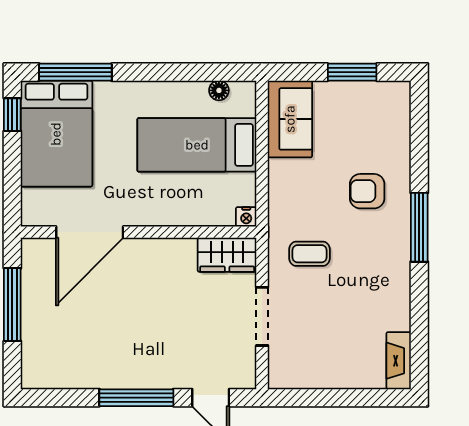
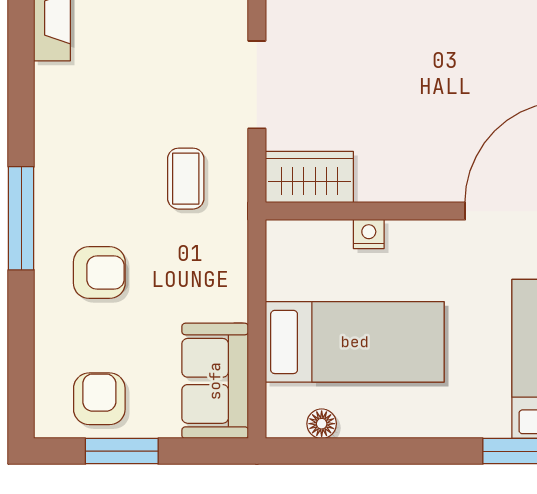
armchair: (367, 107) -> (99, 399), added
nightstand: (246, 217) -> (369, 234), moved
coffee table: (310, 254) -> (186, 179), turned 90

